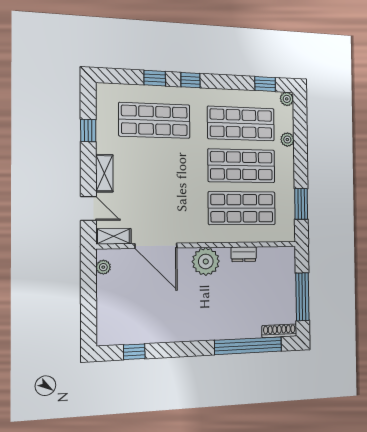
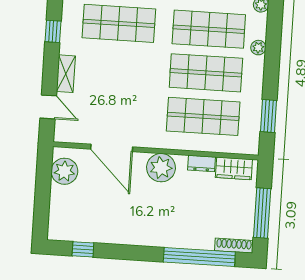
shelving: (113, 236) -> (70, 136), removed
wardrobe: (274, 256) -> (234, 168), added
plant: (103, 267) -> (64, 171), width x1.88, depth x1.88

